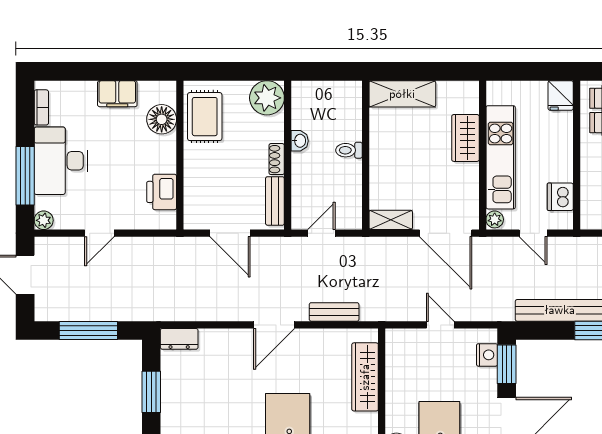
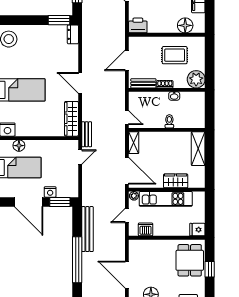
rug: (205, 117) -> (175, 55), moved
printer: (162, 192) -> (138, 25), moved
door: (321, 233) -> (127, 118), moved
door: (446, 233) -> (127, 171), swing flipped
bench: (334, 312) -> (87, 134), moved
door: (440, 325) -> (80, 157), moved
nightstand: (487, 355) -> (50, 192), moved
wardrobe: (365, 377) -> (71, 119), moved, turned -90
window: (151, 392) -> (59, 20), moved

